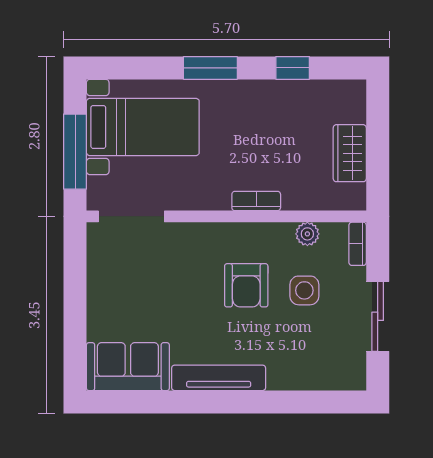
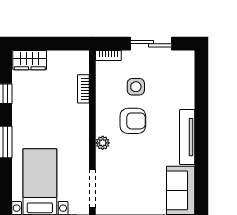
wardrobe: (350, 153) -> (30, 60), moved
bookcase: (256, 201) -> (83, 89), moved
plant: (307, 234) -> (103, 143), moved

